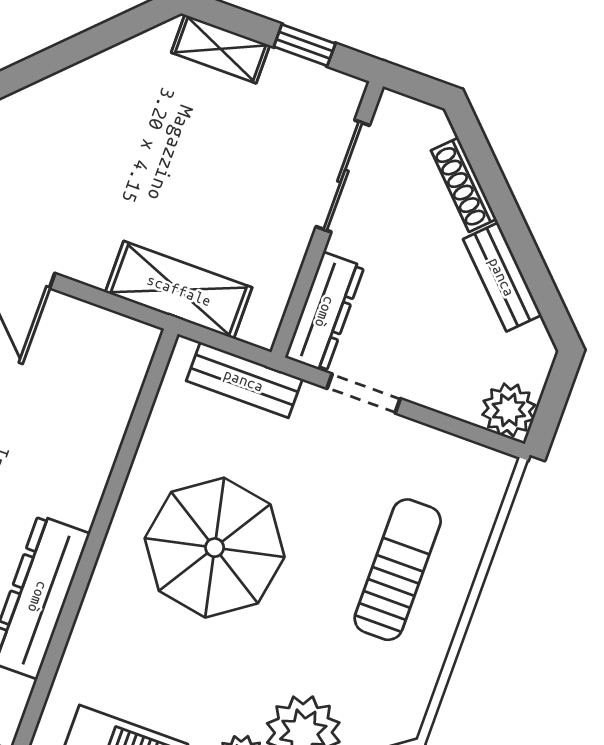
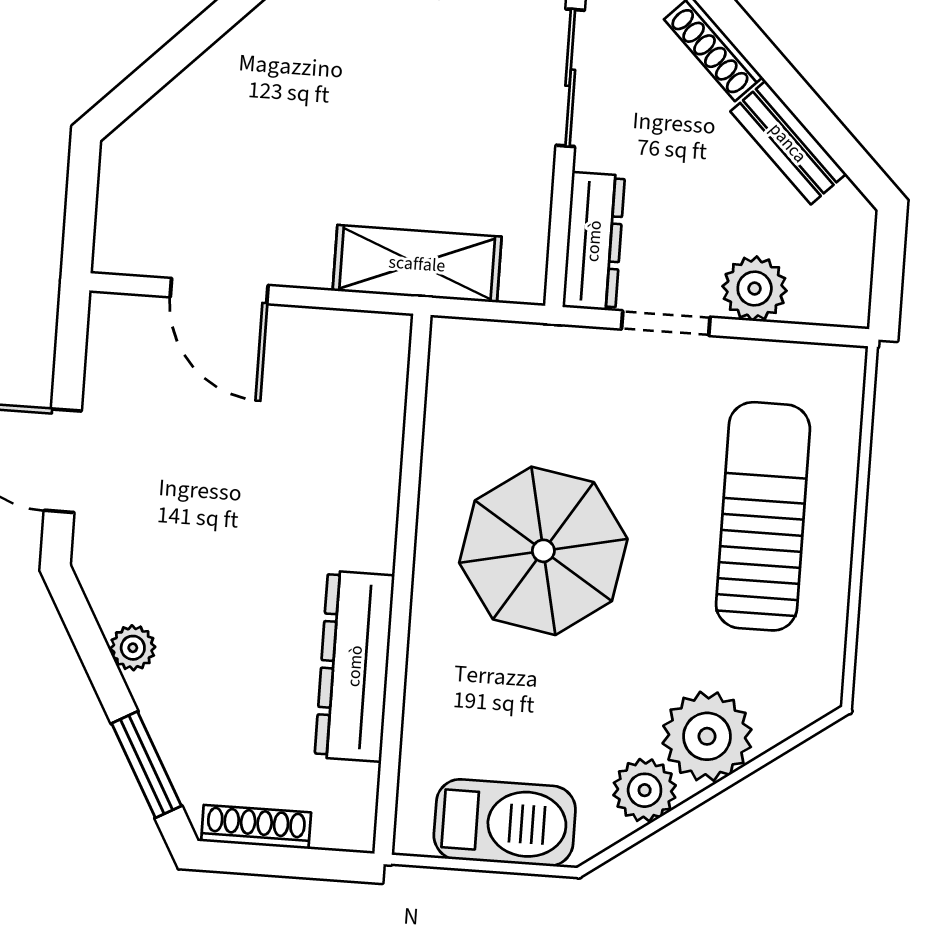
bench: (244, 380) -> (523, 347), removed
plant: (509, 410) -> (755, 289), moved
sun lounger: (398, 570) -> (763, 516), width x1.36, depth x1.34

